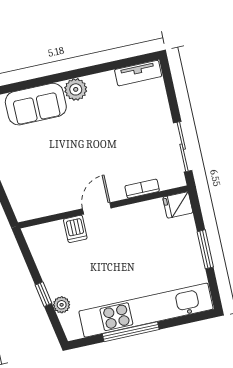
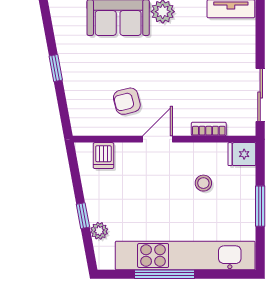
armchair: (61, 180) -> (127, 101), added
dishwasher: (75, 229) -> (103, 156), moved
stool: (148, 240) -> (203, 183), added

